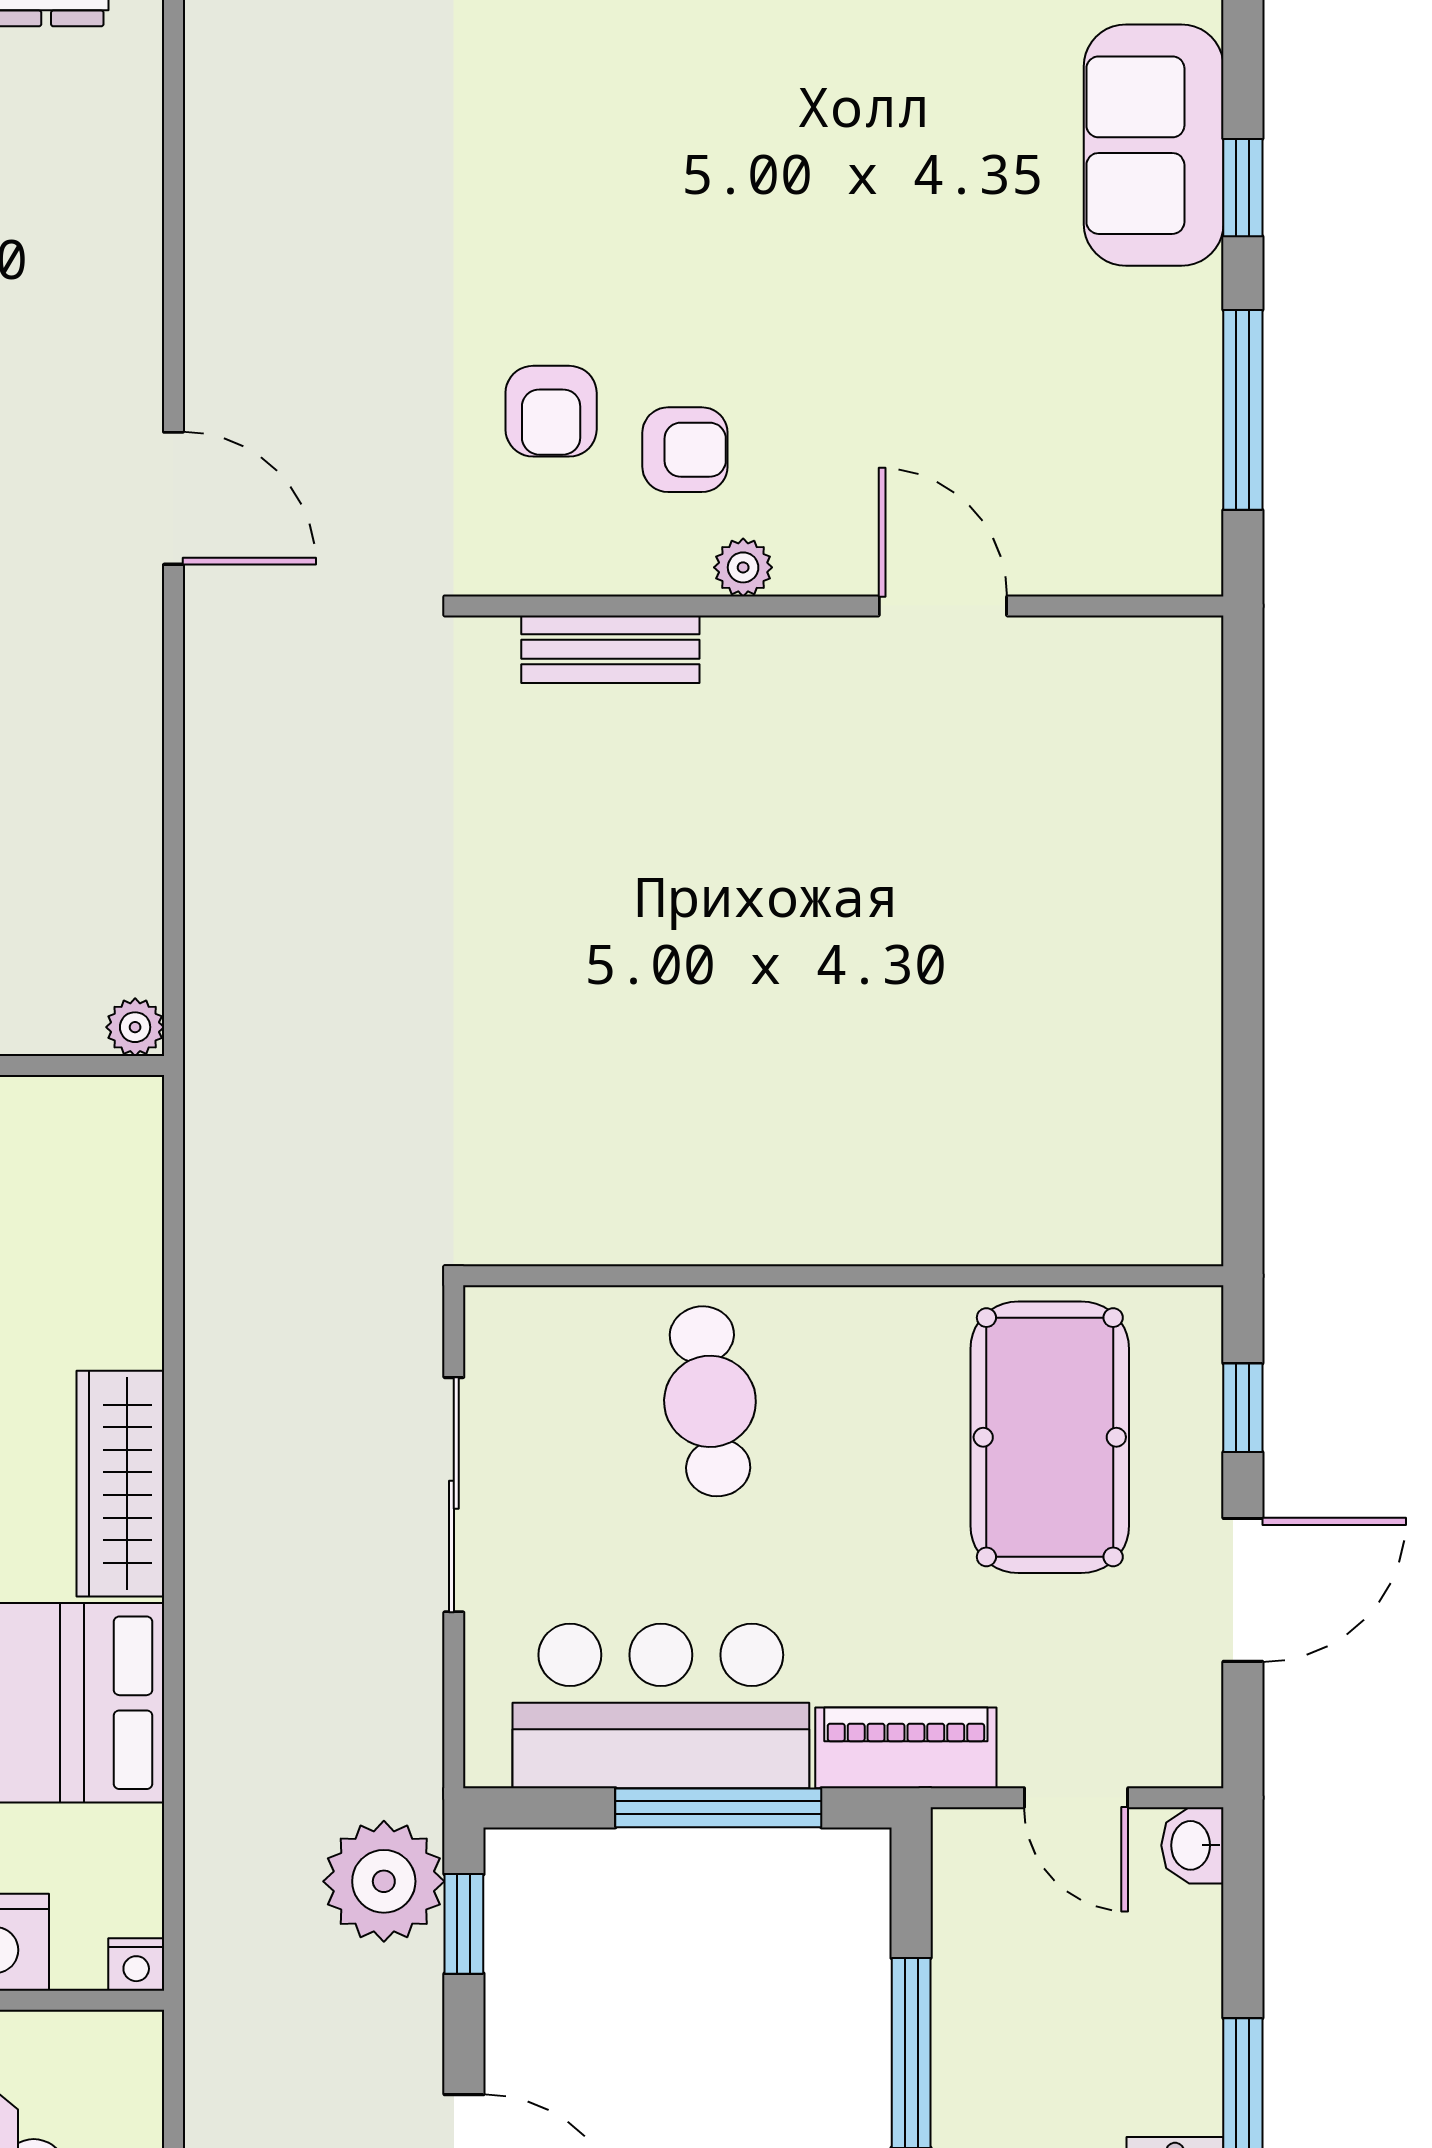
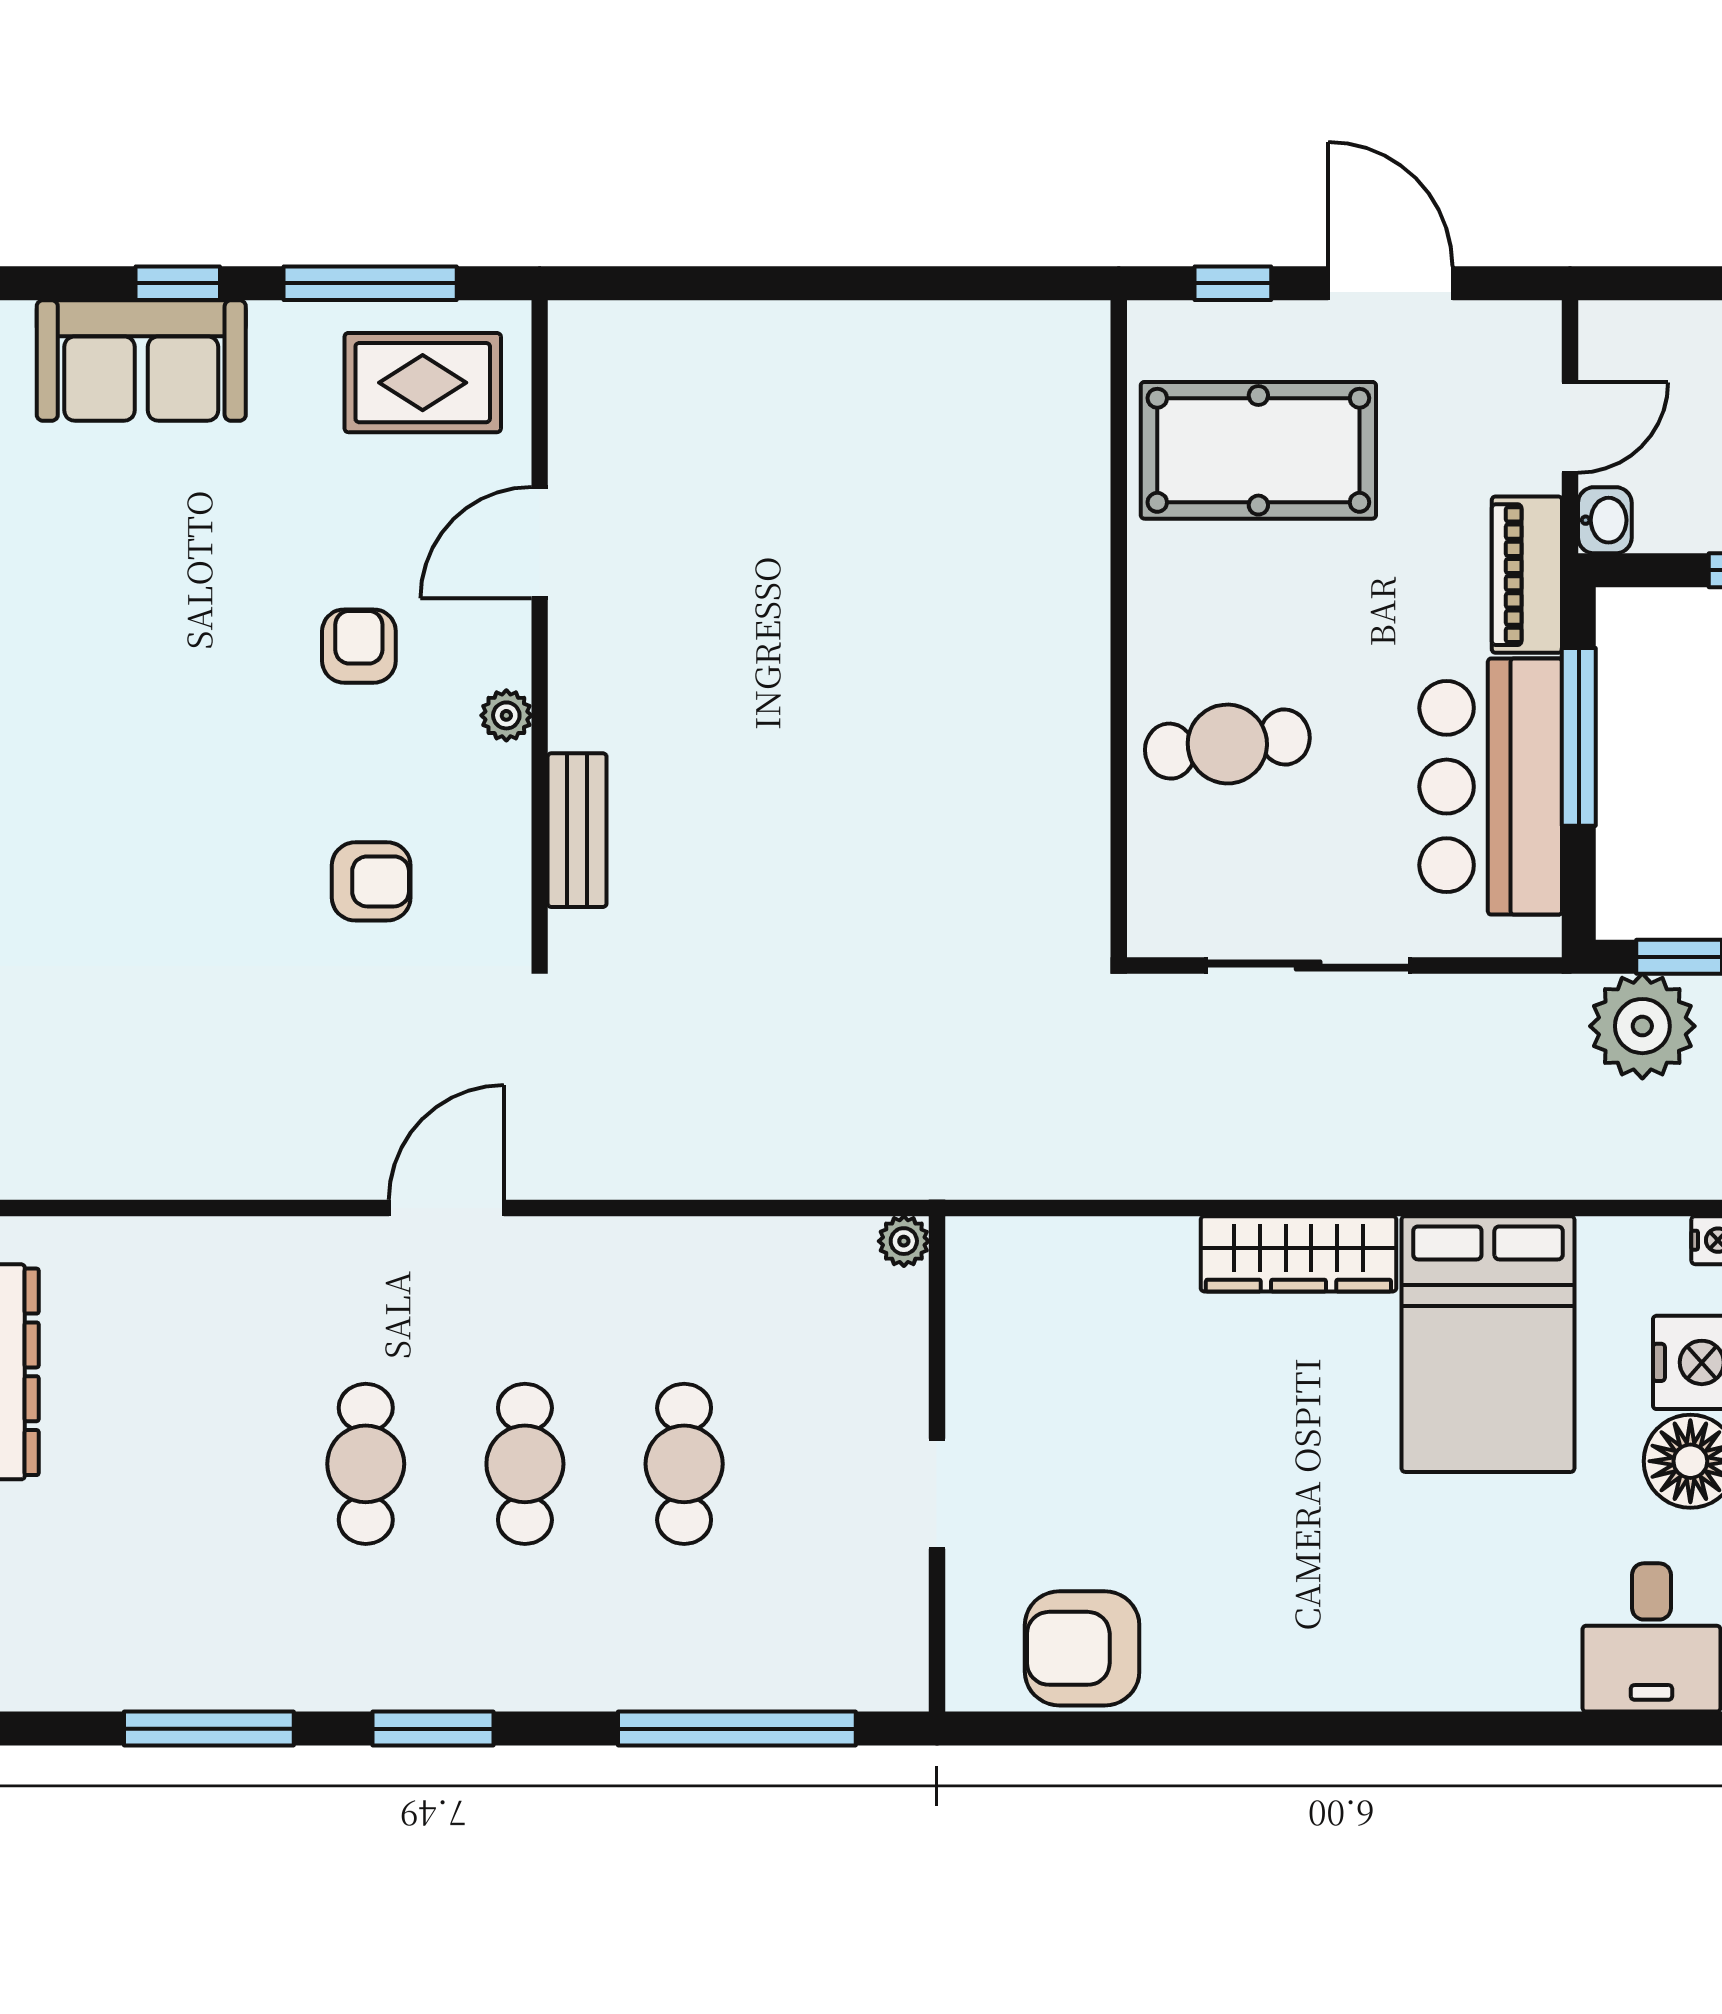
armchair: (685, 450) -> (359, 646), moved
rug: (1128, 471) -> (423, 383), added
washbasin: (1192, 1845) -> (1605, 520), moved, turned -90

